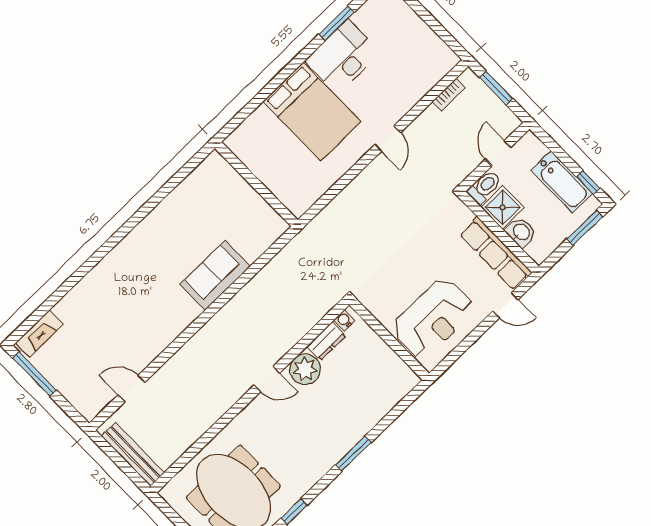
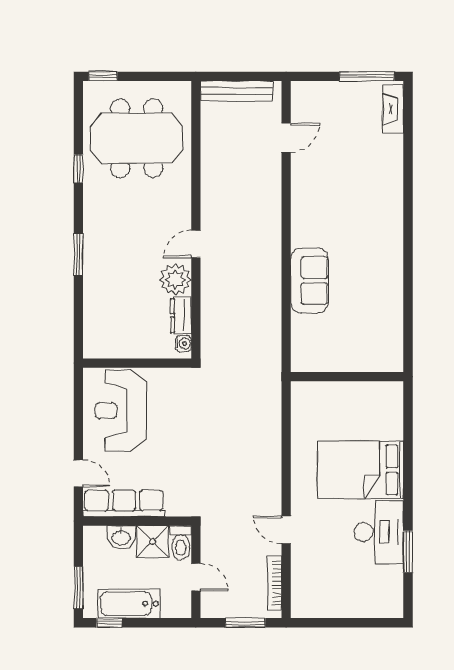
bookcase: (449, 95) -> (275, 583), width x1.56
door: (388, 138) -> (286, 530), moved
door: (505, 305) -> (78, 473), swing flipped

